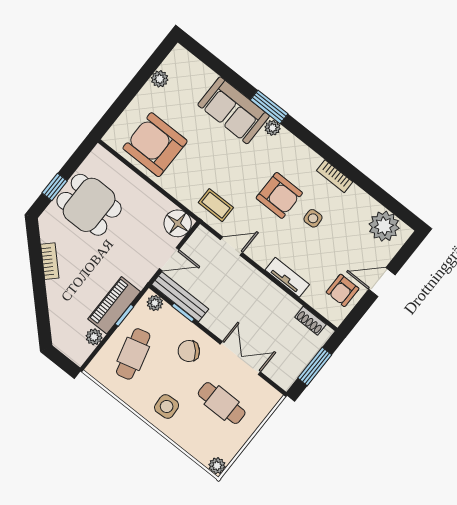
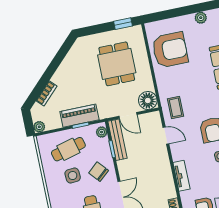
armchair: (155, 145) -> (170, 50), turned 90
window: (55, 187) -> (123, 24), moved
dining table: (89, 205) -> (117, 64), moved
bookcase: (50, 261) -> (46, 93), moved
plant: (94, 337) -> (39, 127), moved
side table: (167, 406) -> (73, 176), moved

